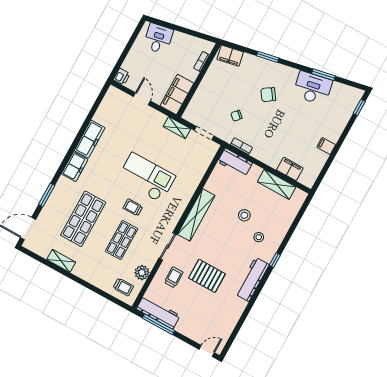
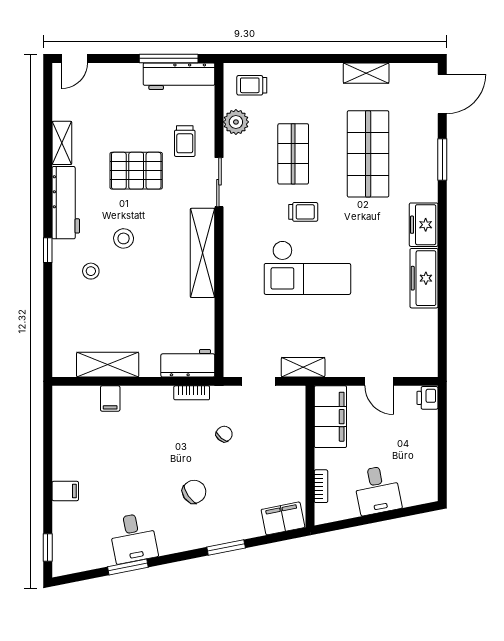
desk: (158, 39) -> (377, 490), moved
desk: (313, 88) -> (133, 538), width x0.73
filing cabinet: (326, 146) -> (65, 491), moved
filing cabinet: (290, 169) -> (110, 398), width x0.50
stool: (244, 215) -> (124, 238), moved
shelving: (237, 311) -> (62, 143), added

